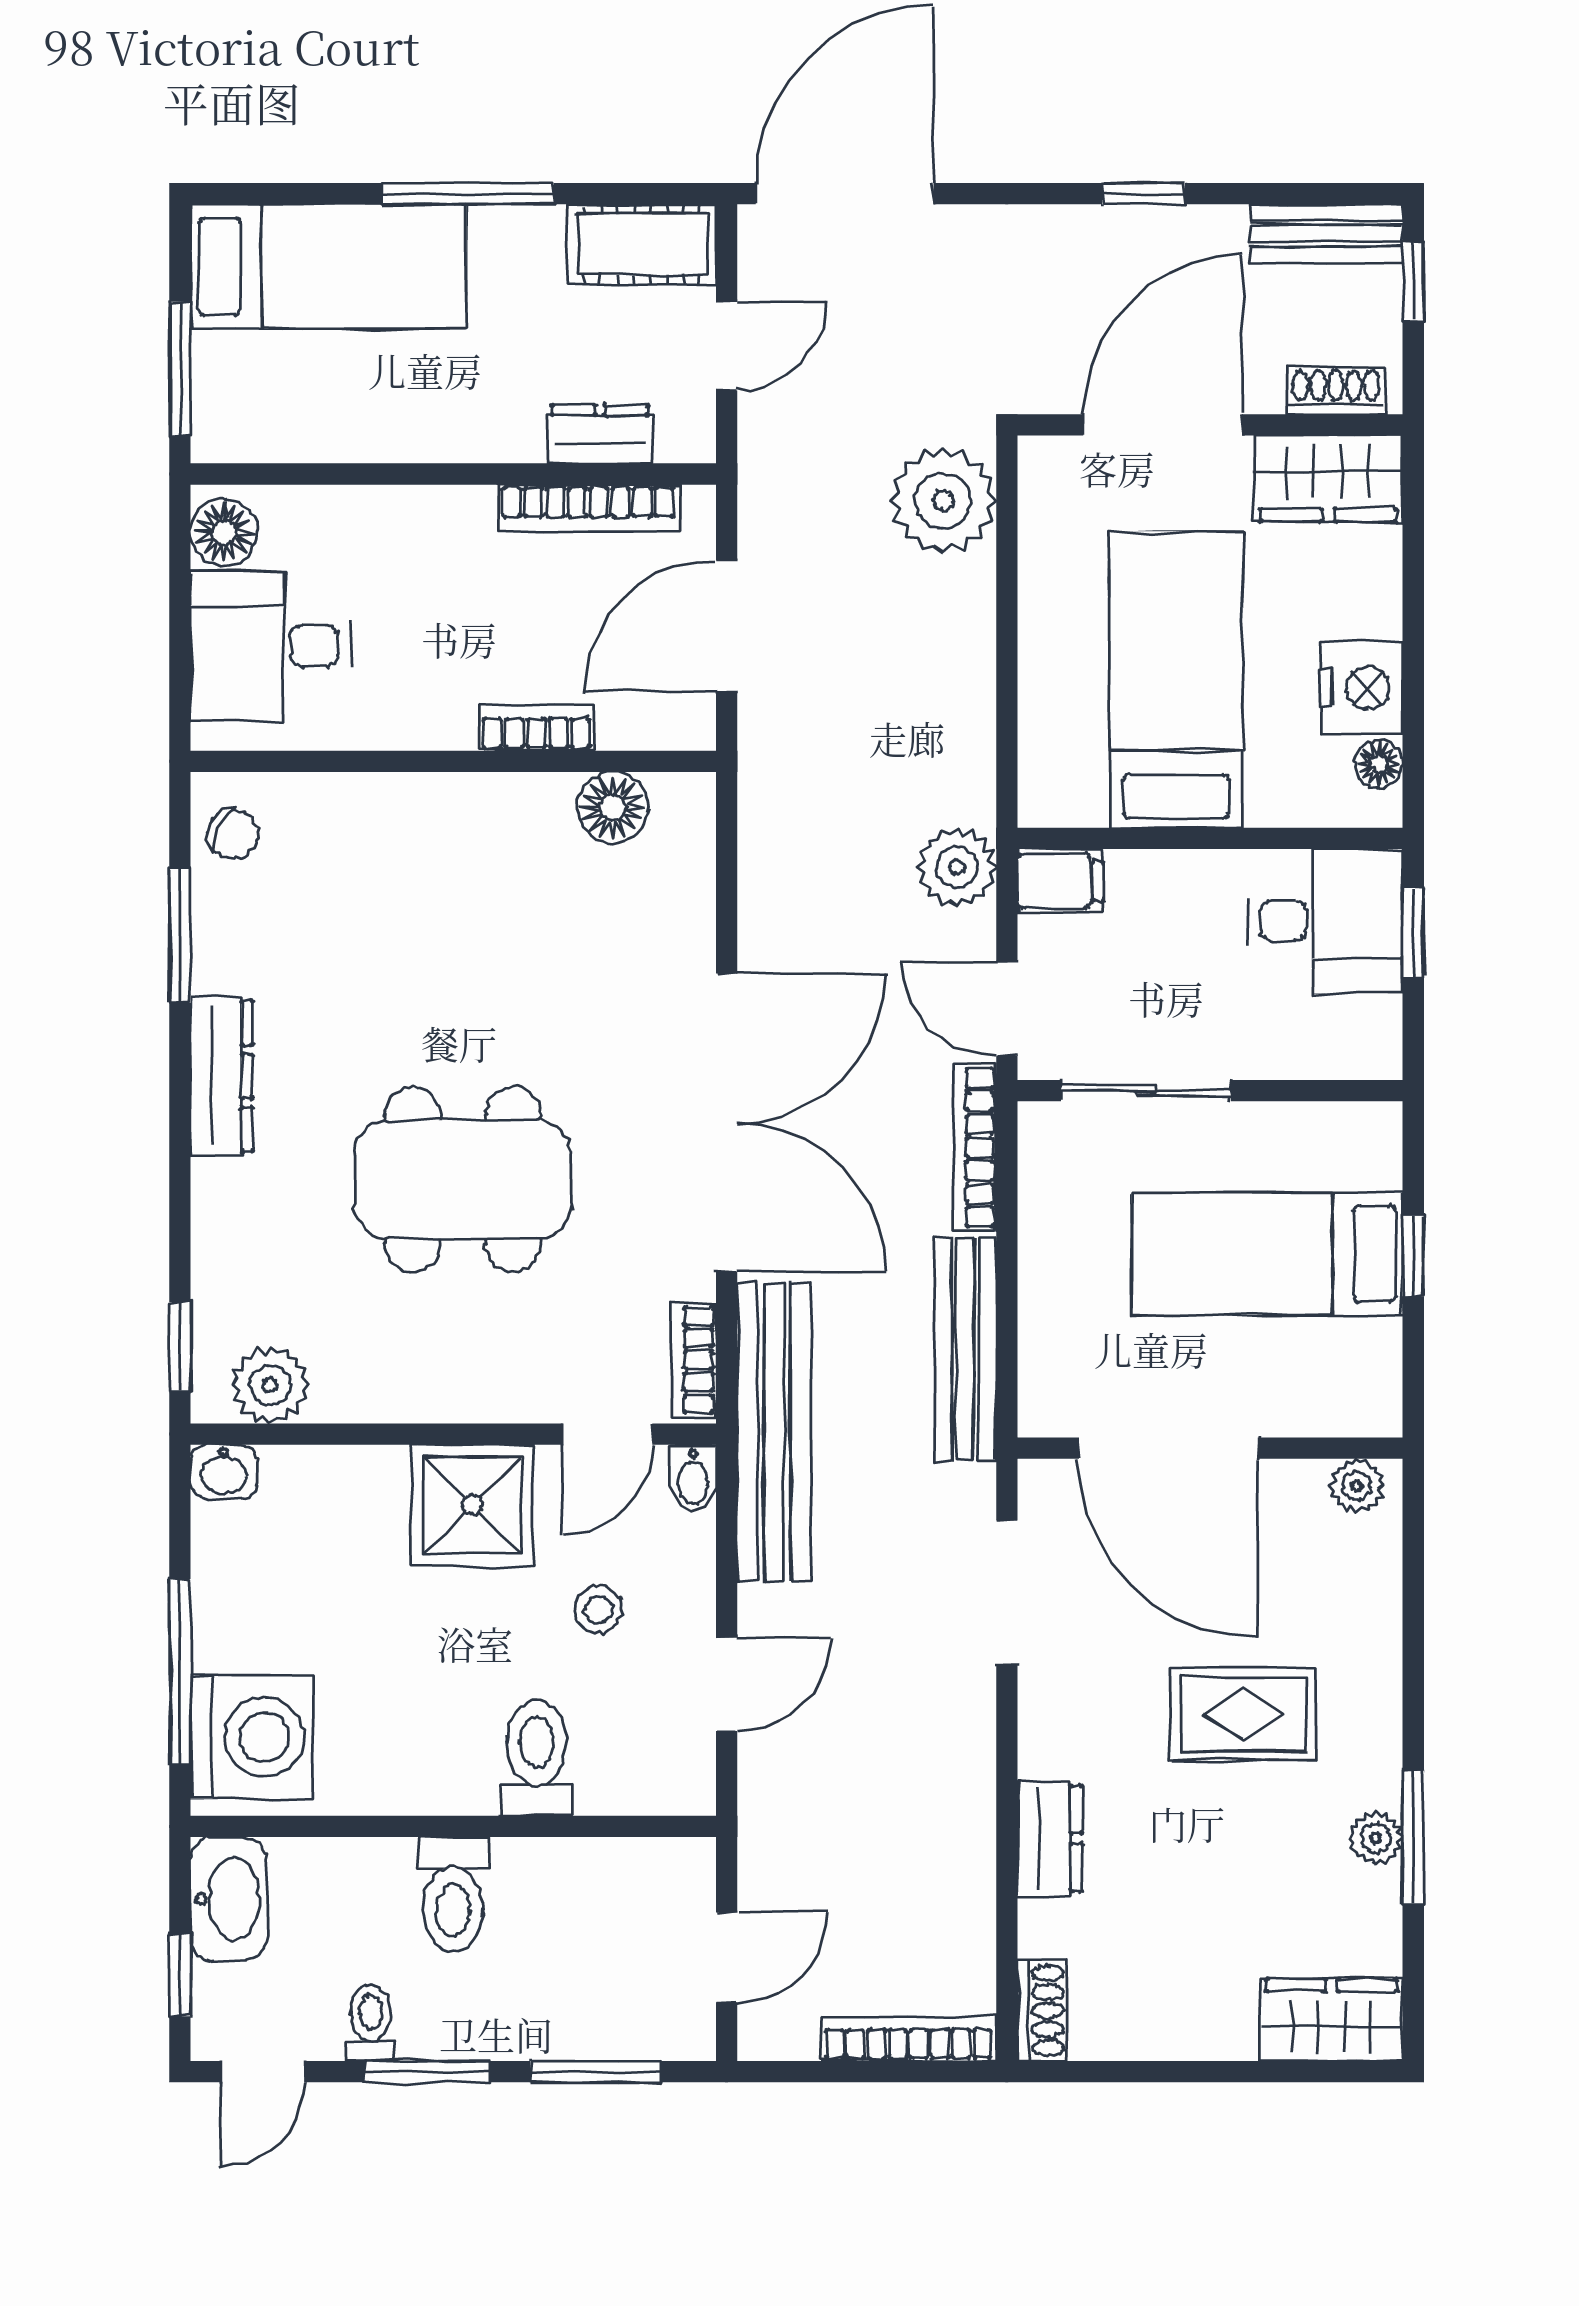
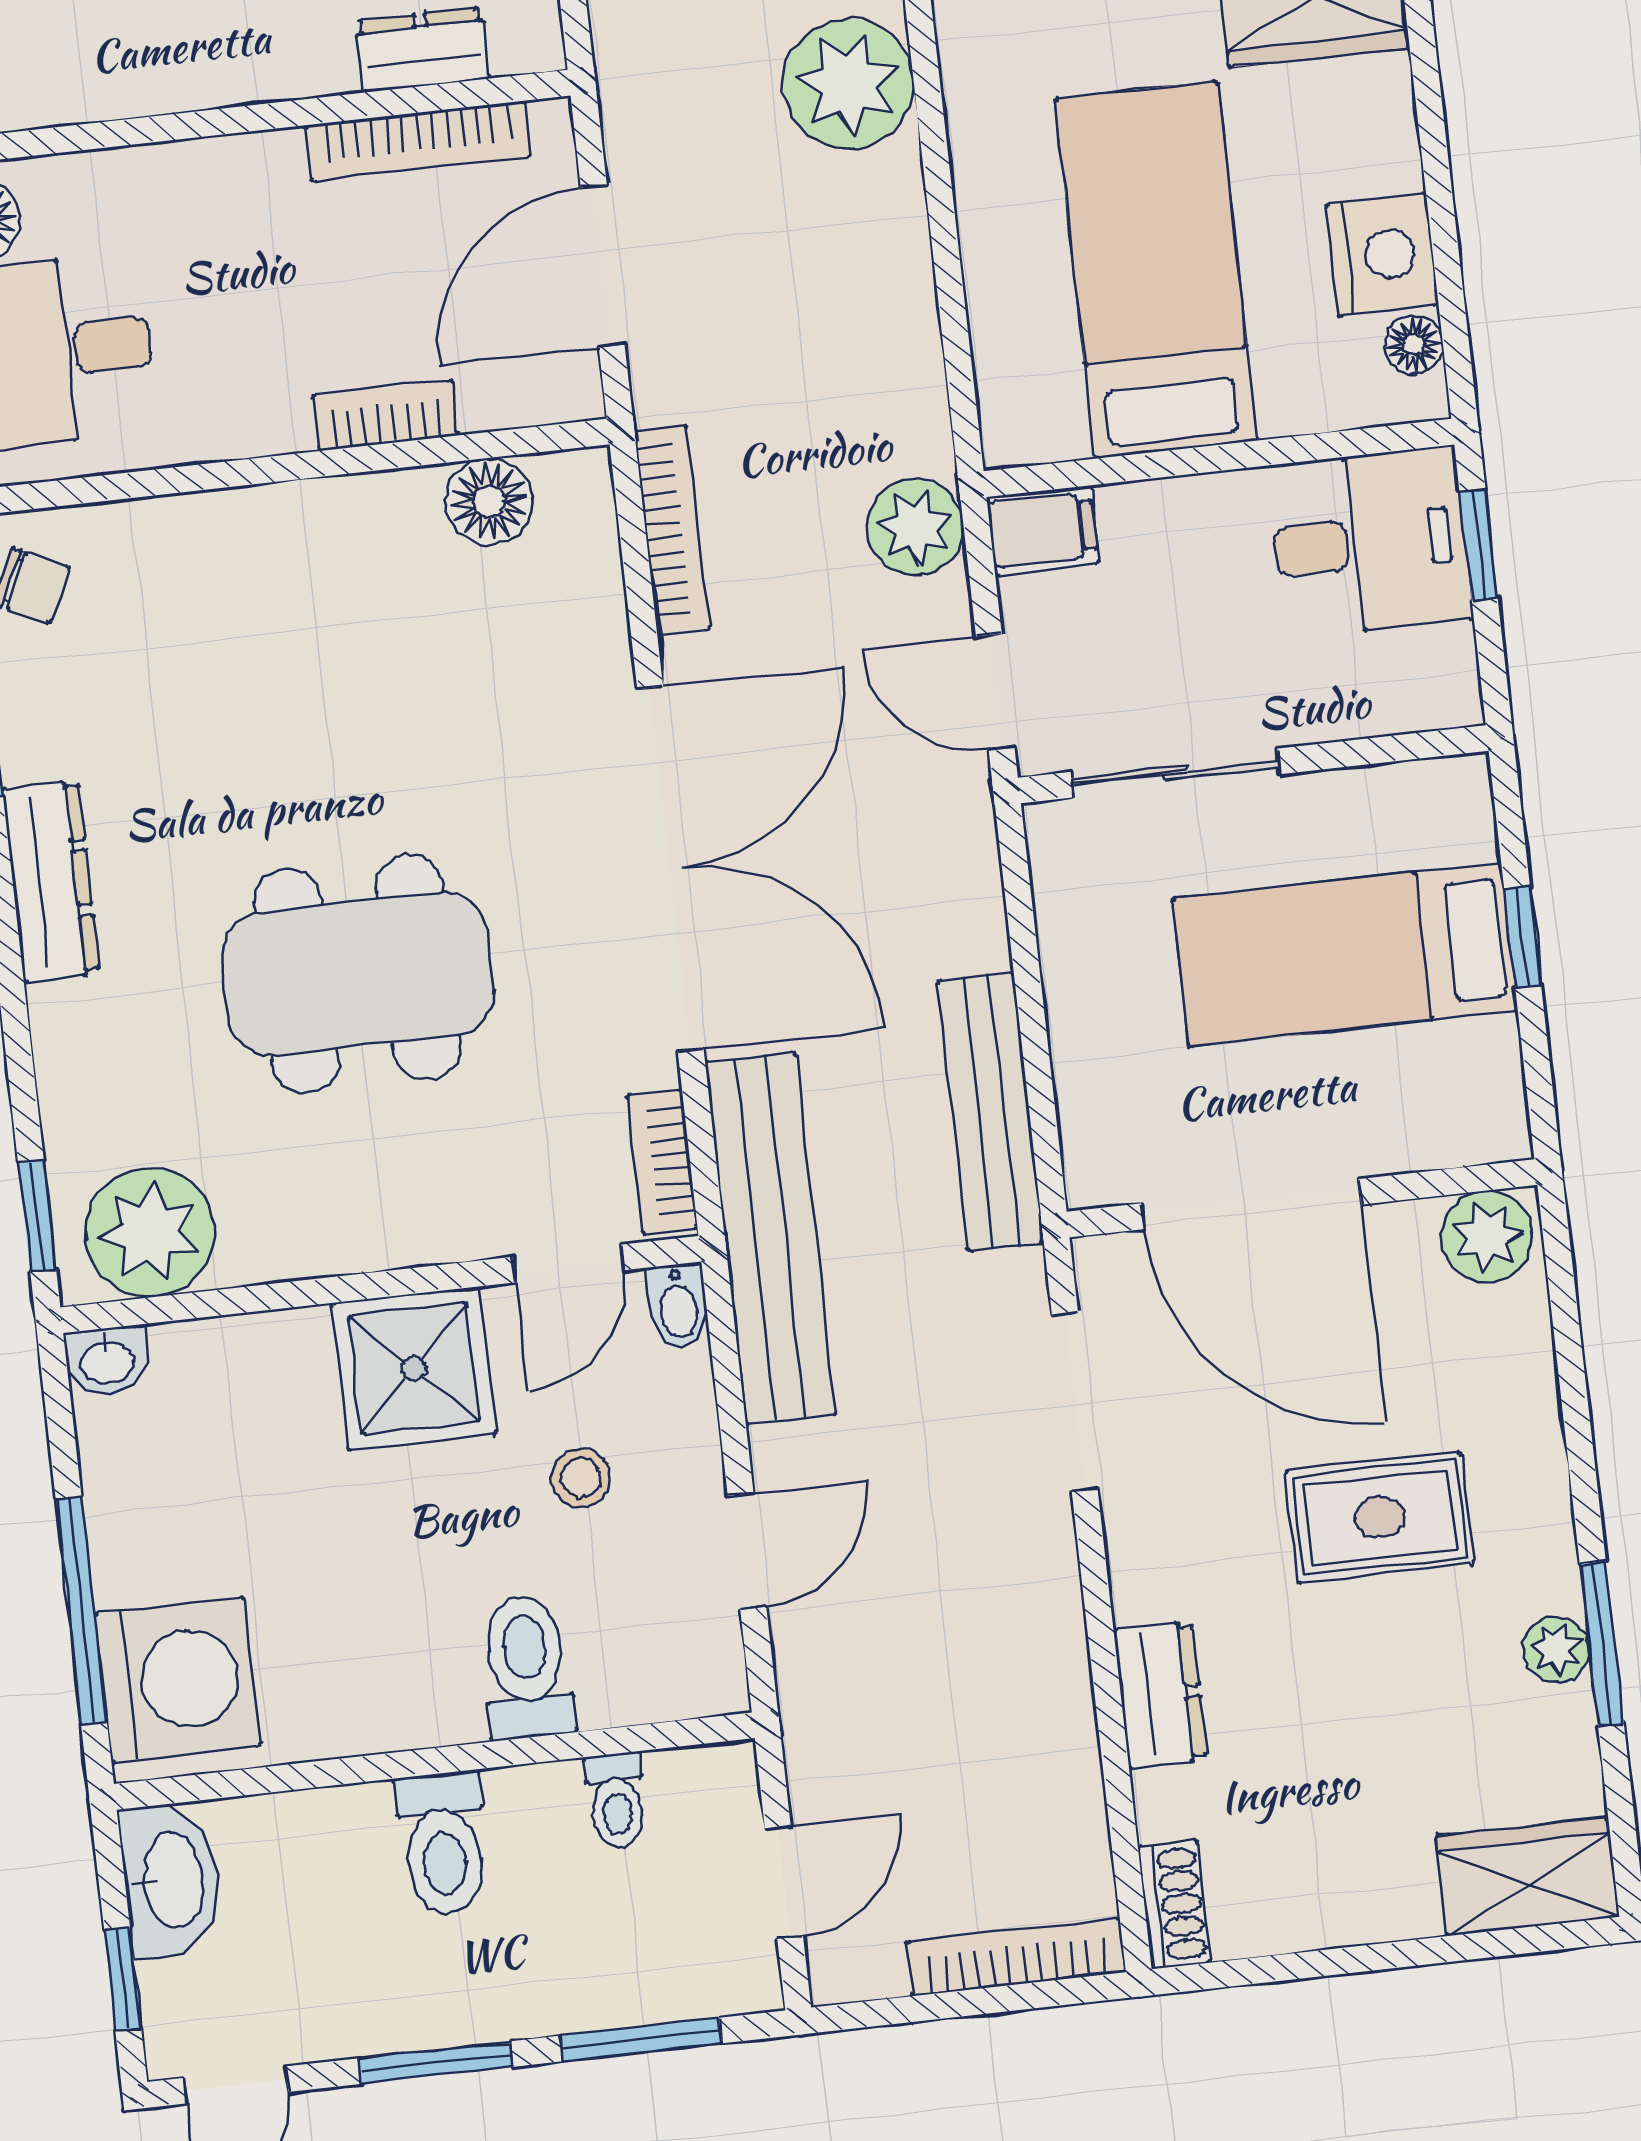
bookcase: (975, 1148) -> (672, 530), moved, turned 180
plant: (270, 1385) -> (150, 1233), width x1.36, depth x1.36
plant: (1357, 1486) -> (1487, 1236), width x1.38, depth x1.38
toilet: (371, 2023) -> (616, 1801), moved, turned 180

